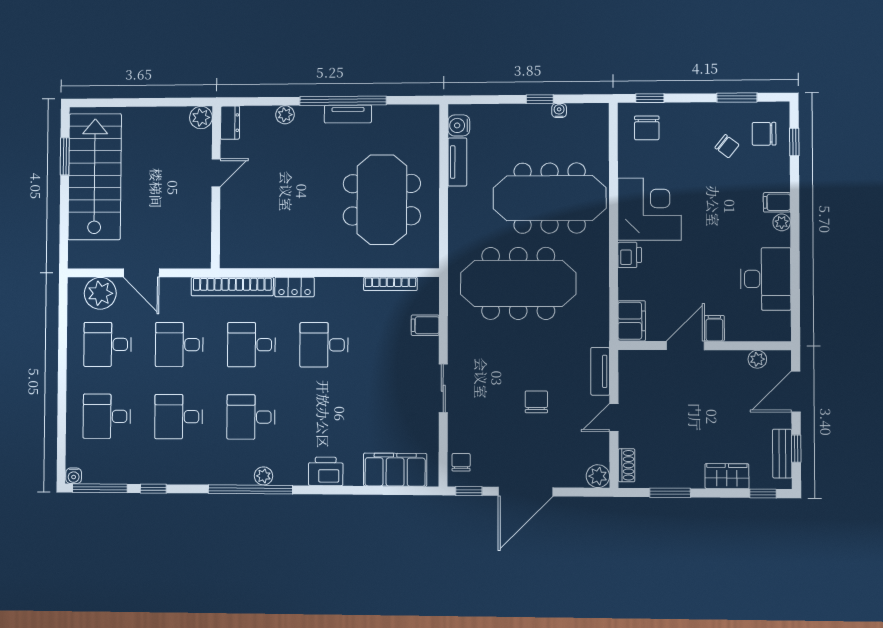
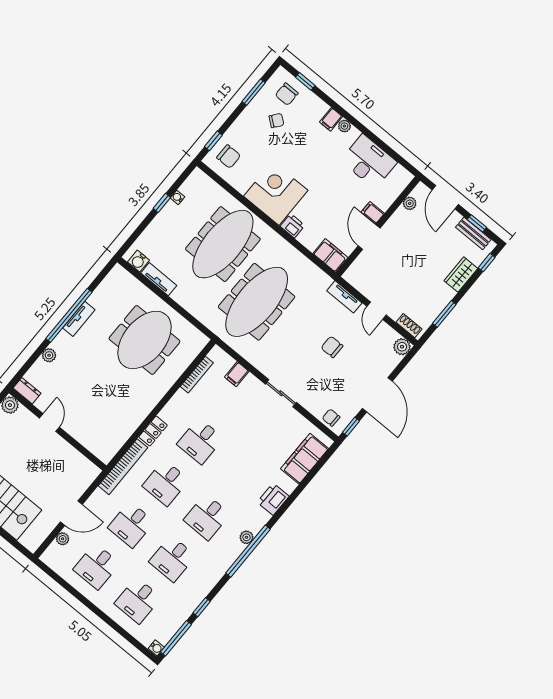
meeting table: (382, 200) -> (144, 340), turned 90
plant: (100, 293) -> (63, 539), width x0.53, depth x0.53

